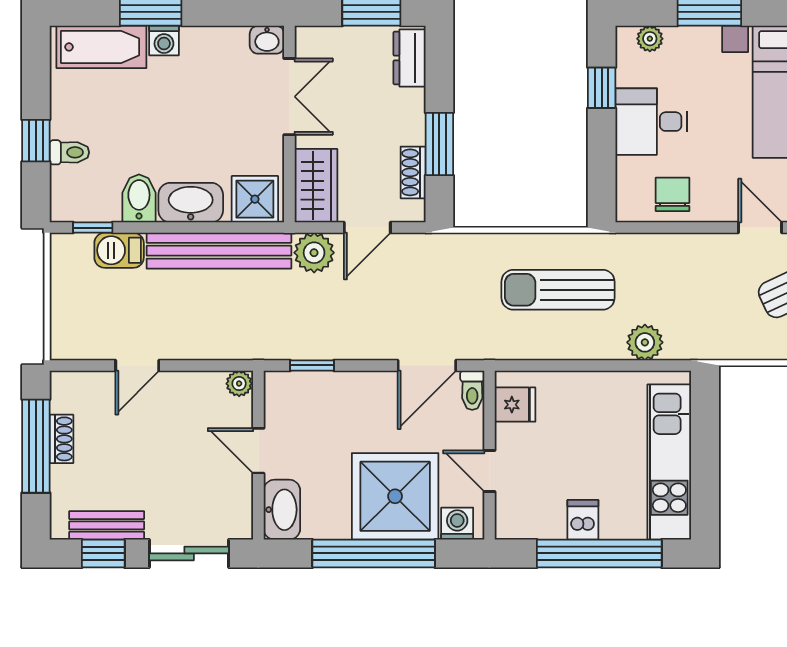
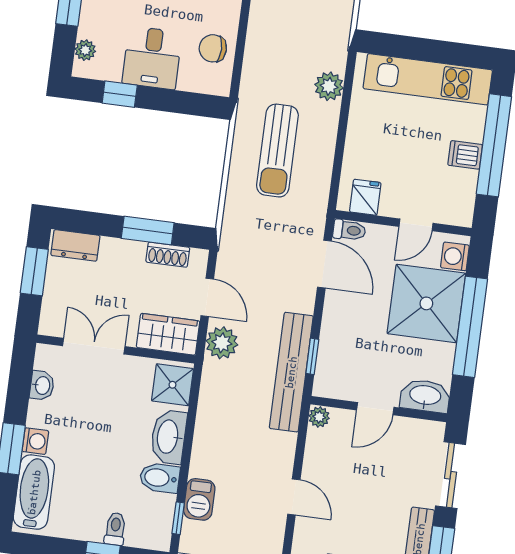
washbasin: (267, 40) -> (42, 385), moved
bench: (219, 251) -> (291, 372), moved

